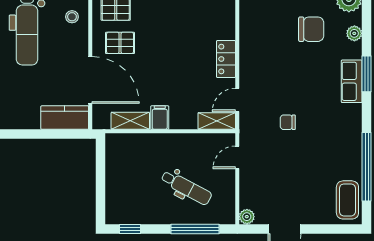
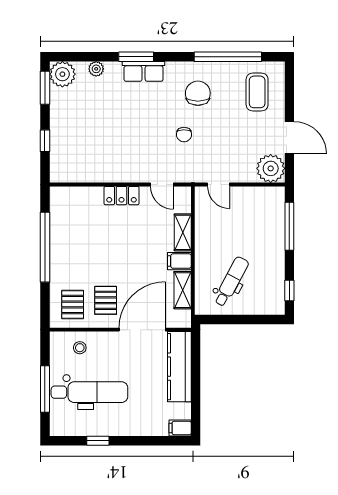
chair: (311, 29) -> (198, 93), moved
kitchen counter: (65, 118) -> (179, 367), width x1.50
shelving: (217, 121) -> (183, 232), moved
dental chair: (186, 188) -> (231, 282), moved
coffee table: (347, 200) -> (257, 92), moved, turned 90
plant: (247, 217) -> (271, 168), width x1.88, depth x1.88

